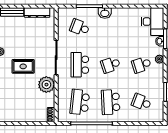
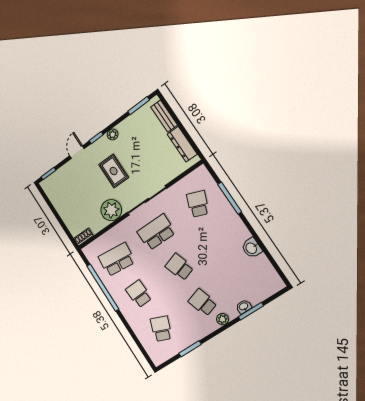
washbasin: (105, 13) -> (252, 248), moved
desk: (153, 22) -> (261, 284), removed
school desk: (111, 102) -> (139, 294), width x0.54

